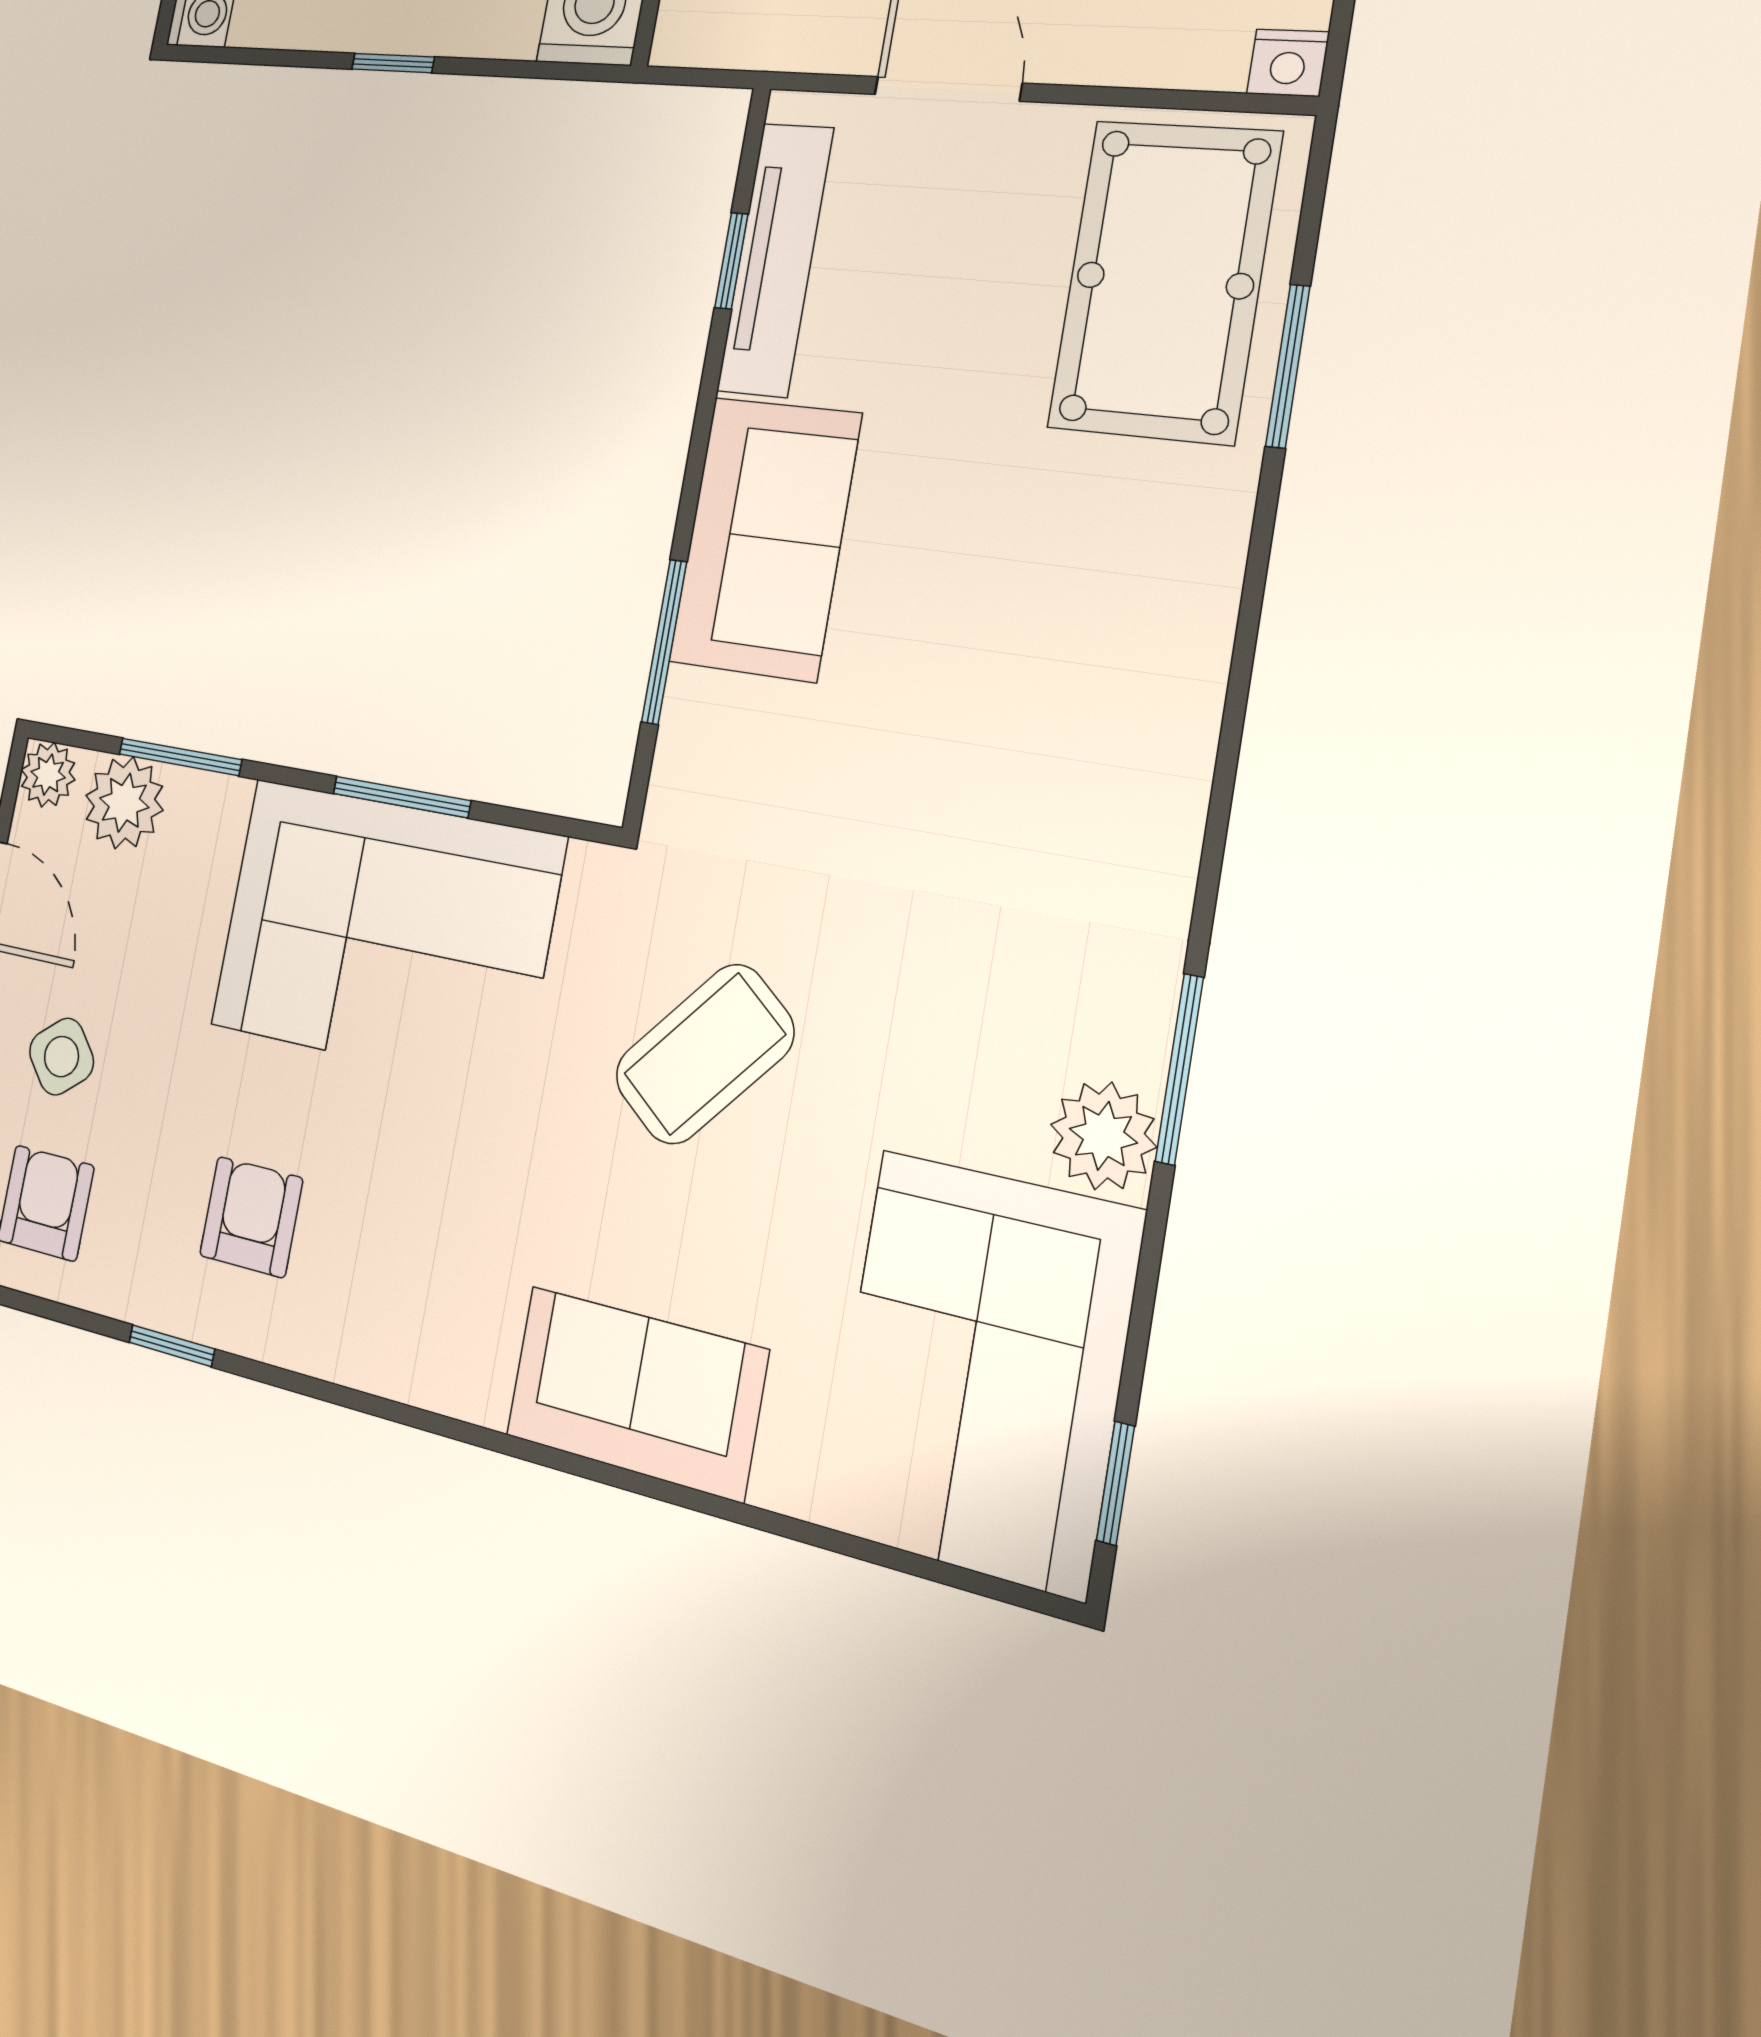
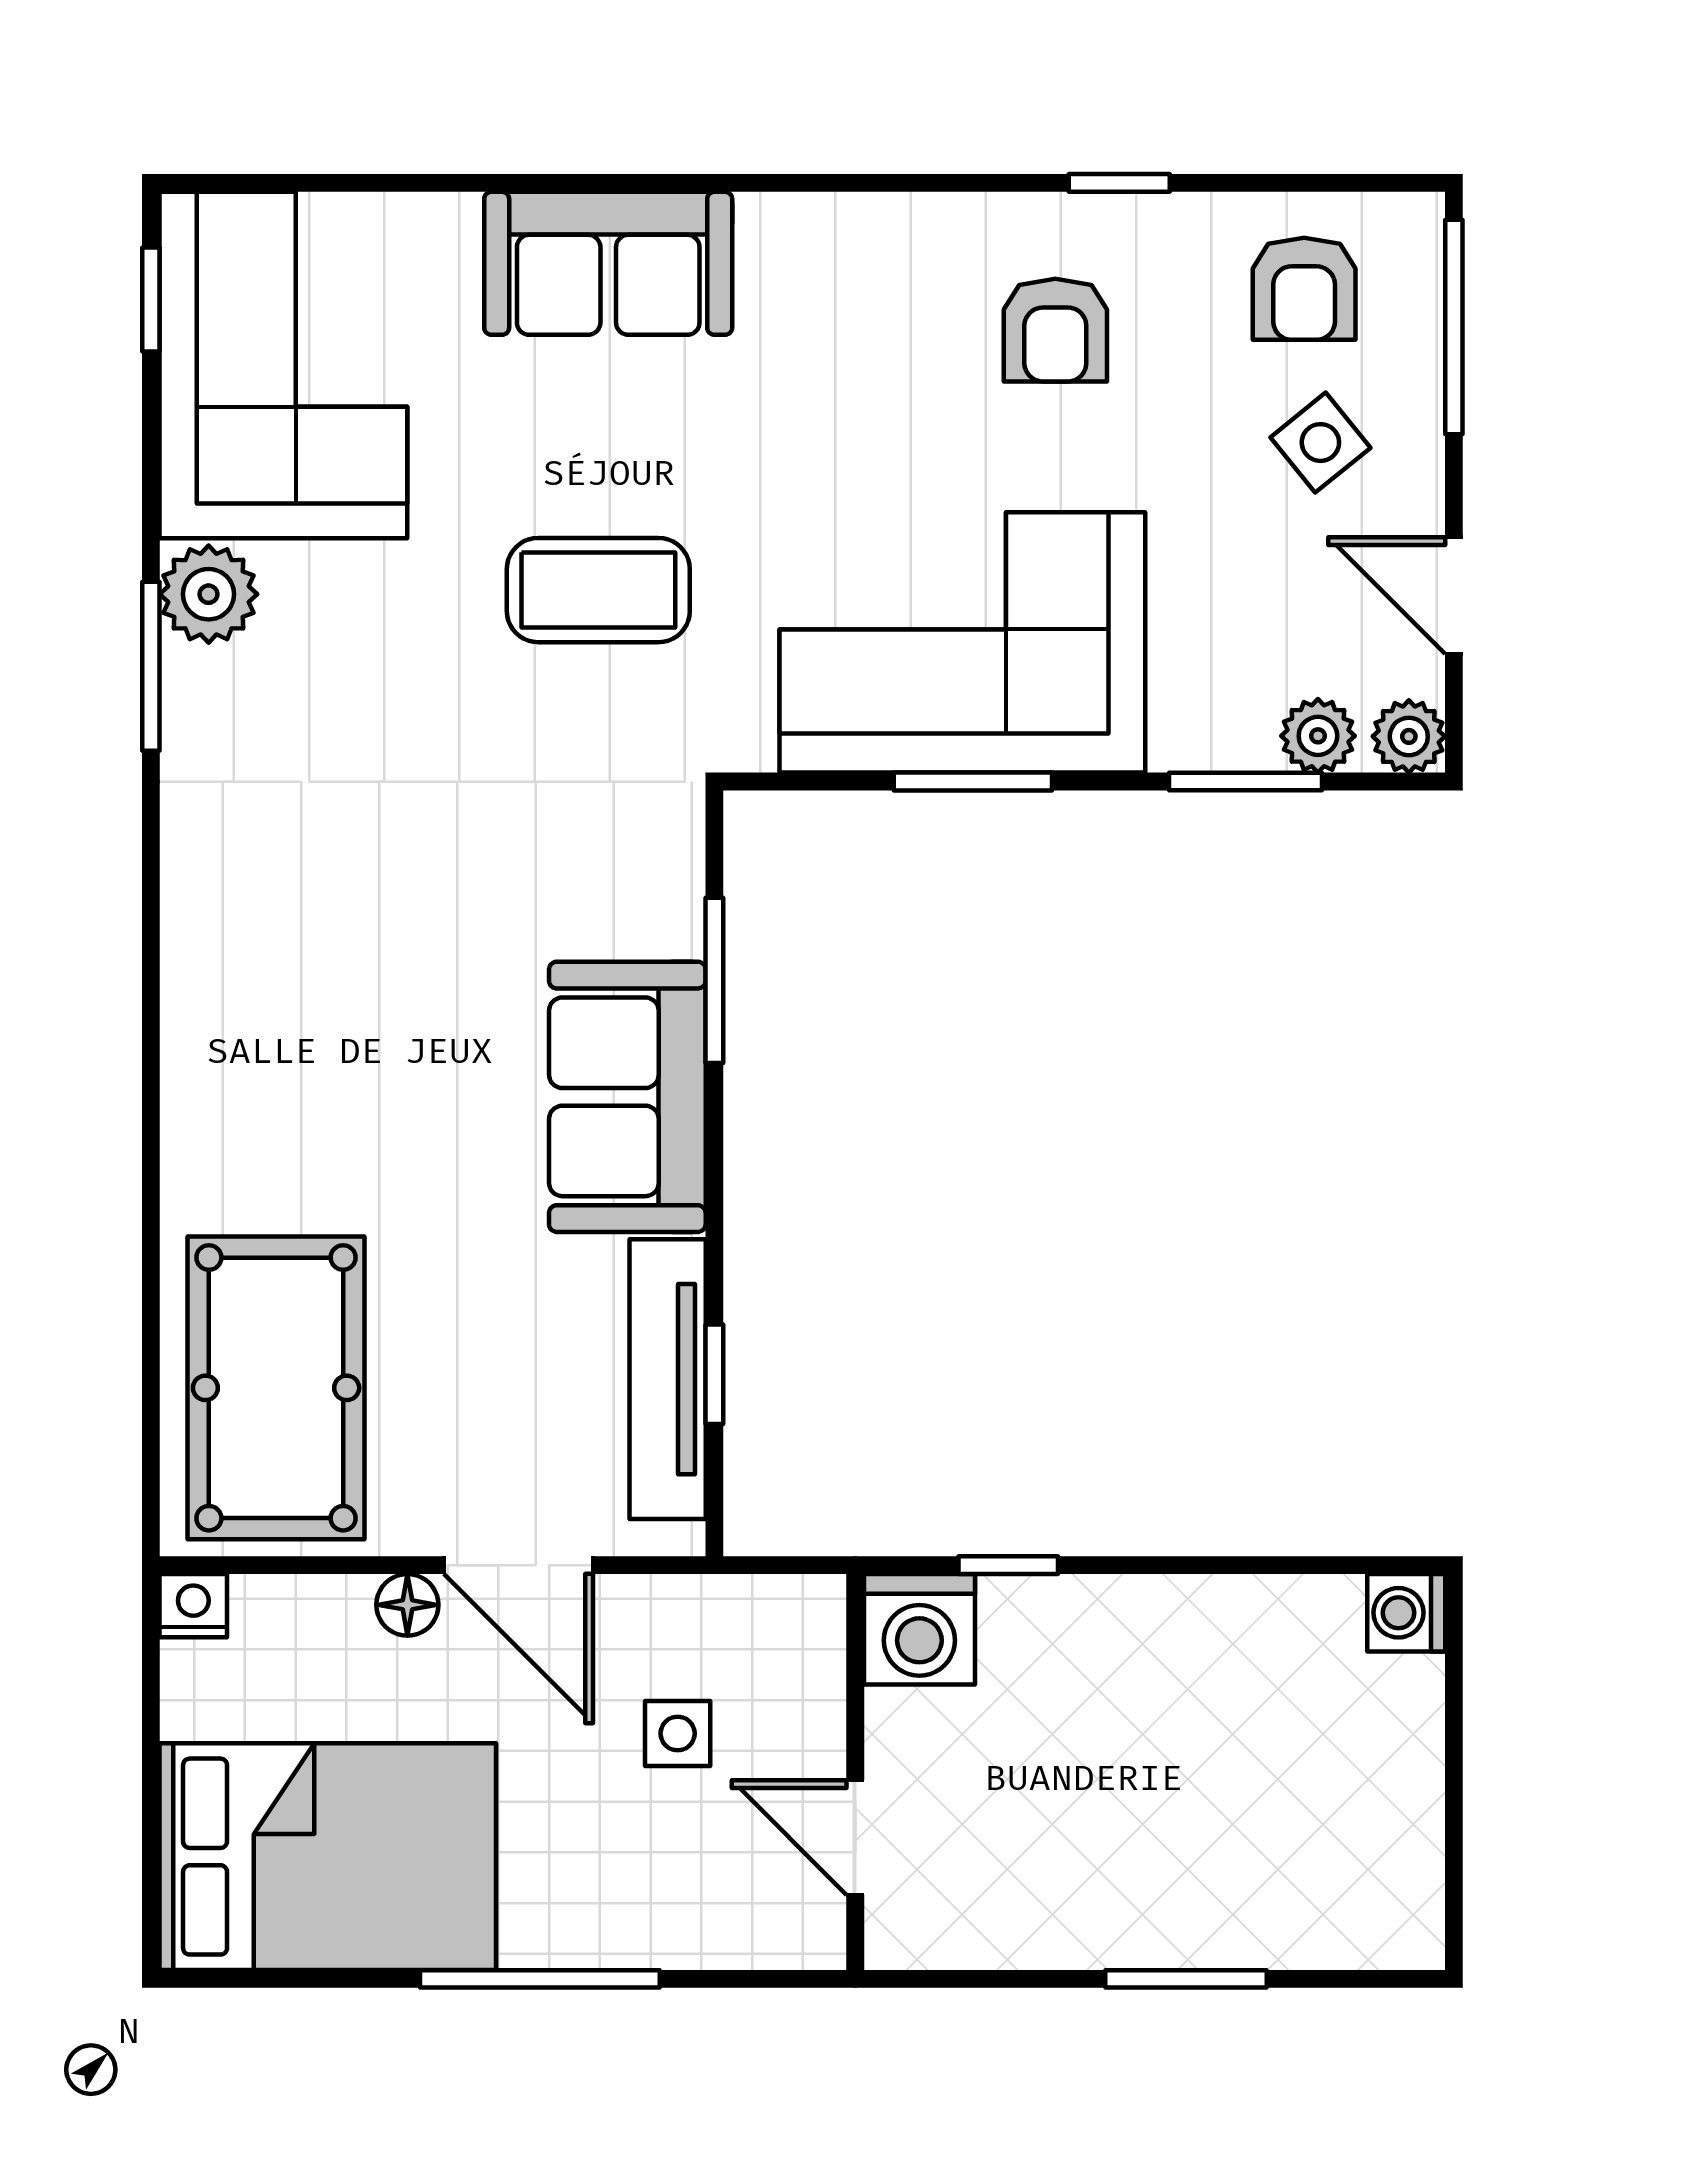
floor lamp: (1064, 55) -> (407, 1605), added
window: (393, 63) -> (1008, 1565), moved
window: (1288, 366) -> (151, 1316), removed
plant: (124, 803) -> (1318, 736), width x0.73, depth x0.73
coffee table: (704, 1054) -> (598, 590), turned 50

